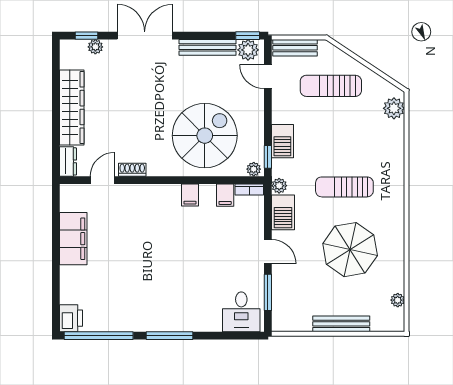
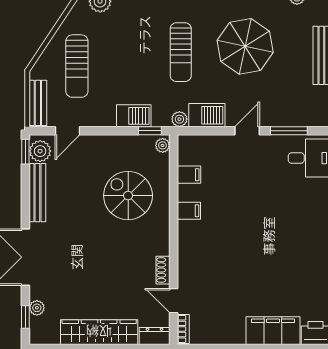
spiral stairs: (205, 136) -> (128, 196), width x0.73, depth x0.73
bookcase: (249, 189) -> (183, 329), moved
filing cabinet: (73, 239) -> (273, 331), moved

